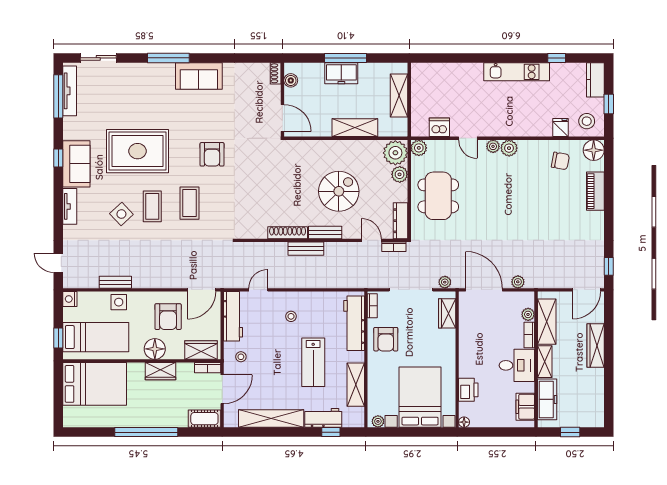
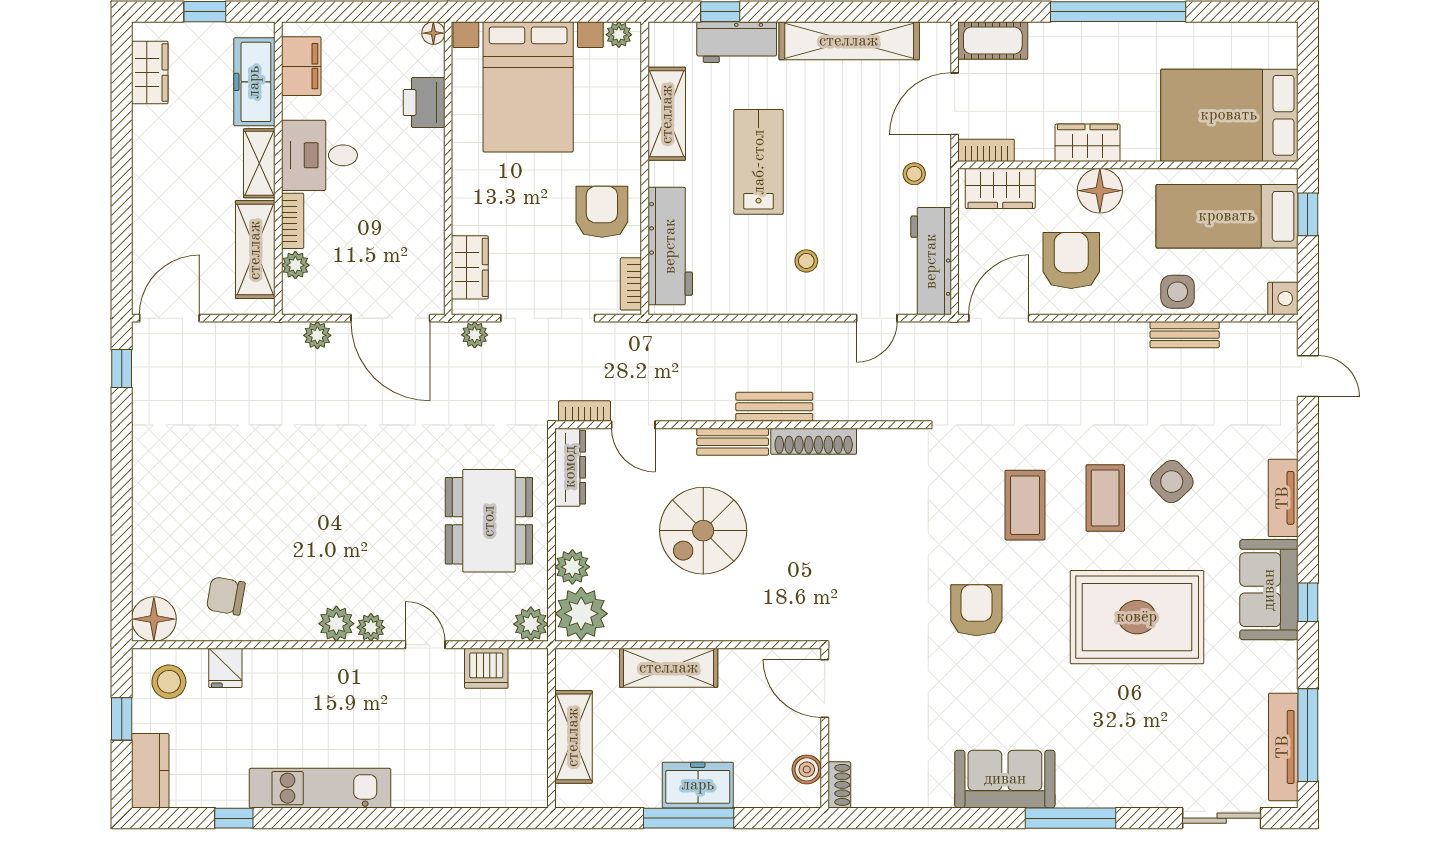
piano: (595, 191) -> (150, 531), removed
wardrobe: (596, 345) -> (150, 73), moved, width x0.67

